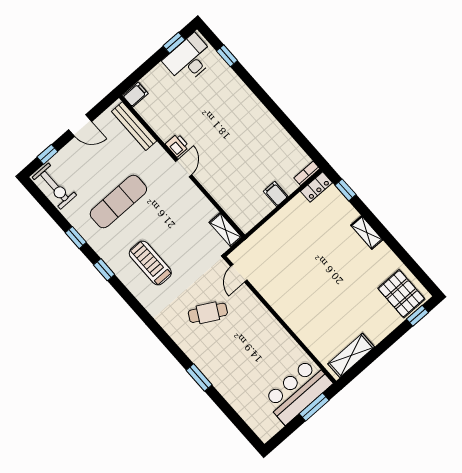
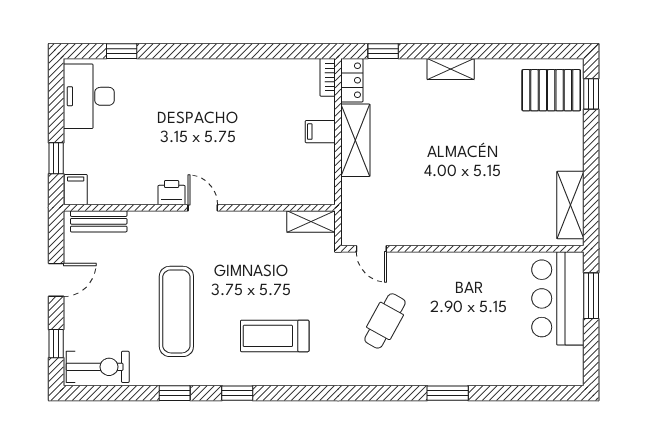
window: (174, 43) -> (56, 158), moved
bench: (134, 126) -> (99, 221), width x0.73
shelving: (287, 216) -> (355, 140), added

